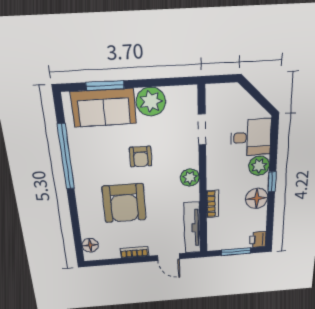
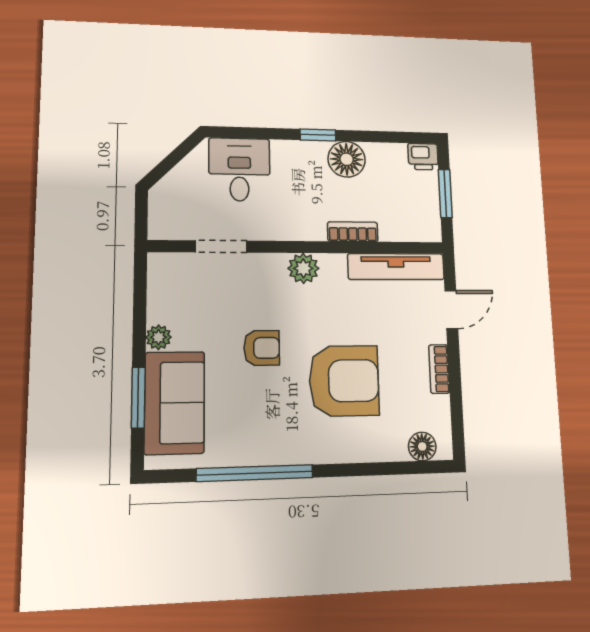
plant: (151, 102) -> (158, 337), width x0.53, depth x0.53
plant: (259, 166) -> (289, 156), removed

